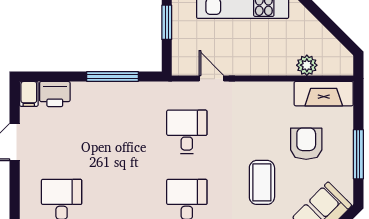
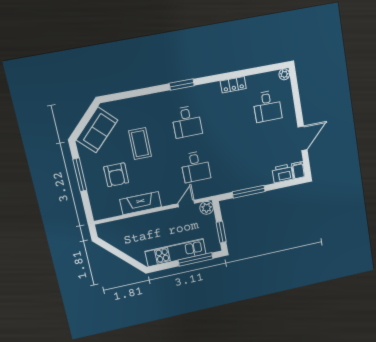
plant: (307, 65) -> (207, 208), moved
door: (212, 79) -> (186, 204), swing flipped
fireplace: (324, 94) -> (141, 203), moved

